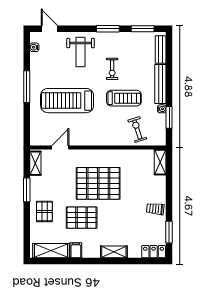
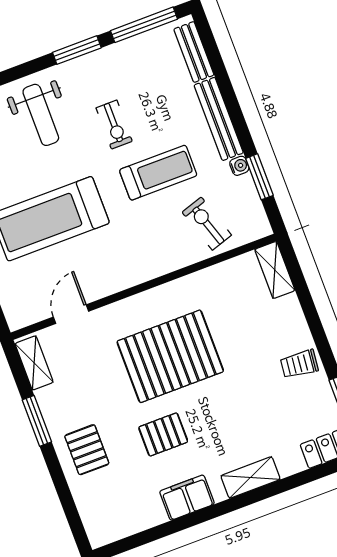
window: (143, 29) -> (144, 25), width x1.44
pallet: (82, 218) -> (163, 434), width x0.67, depth x0.71
filing cabinet: (76, 250) -> (187, 498), width x2.00
shelving: (51, 251) -> (128, 521), removed

